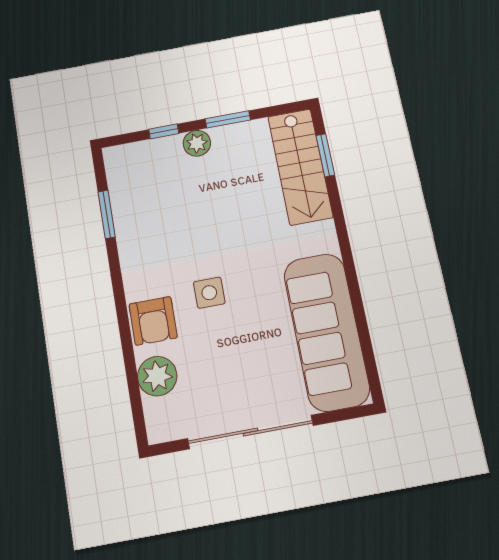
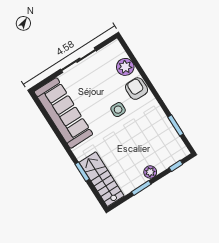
window: (164, 131) -> (176, 166), moved
window: (325, 155) -> (82, 172), moved
sliding door: (250, 432) -> (78, 60), width x0.73

